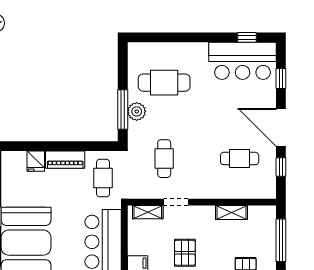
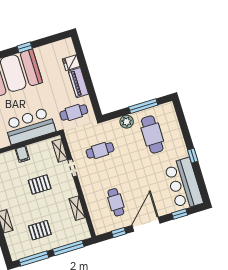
window: (247, 37) -> (193, 156), moved
window: (123, 109) -> (143, 106), moved

